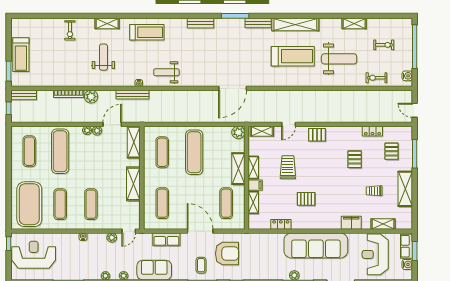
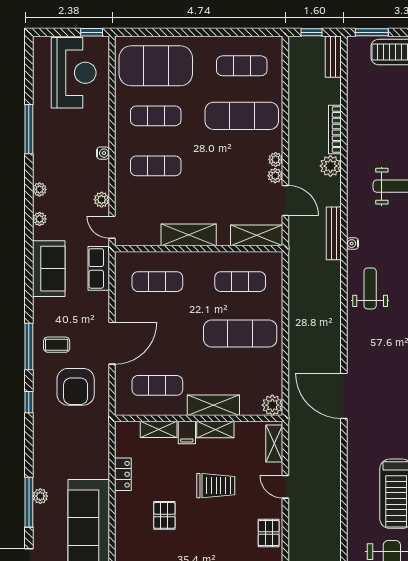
row of seats: (166, 239) -> (99, 268), moved

